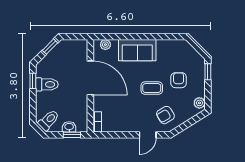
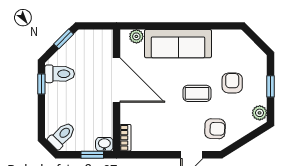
sofa: (137, 50) -> (178, 44), width x1.36
window: (208, 72) -> (271, 86), moved
toilet: (47, 84) -> (60, 74), moved
armchair: (165, 115) -> (215, 129), turned -147
washbasin: (69, 127) -> (104, 144), moved

